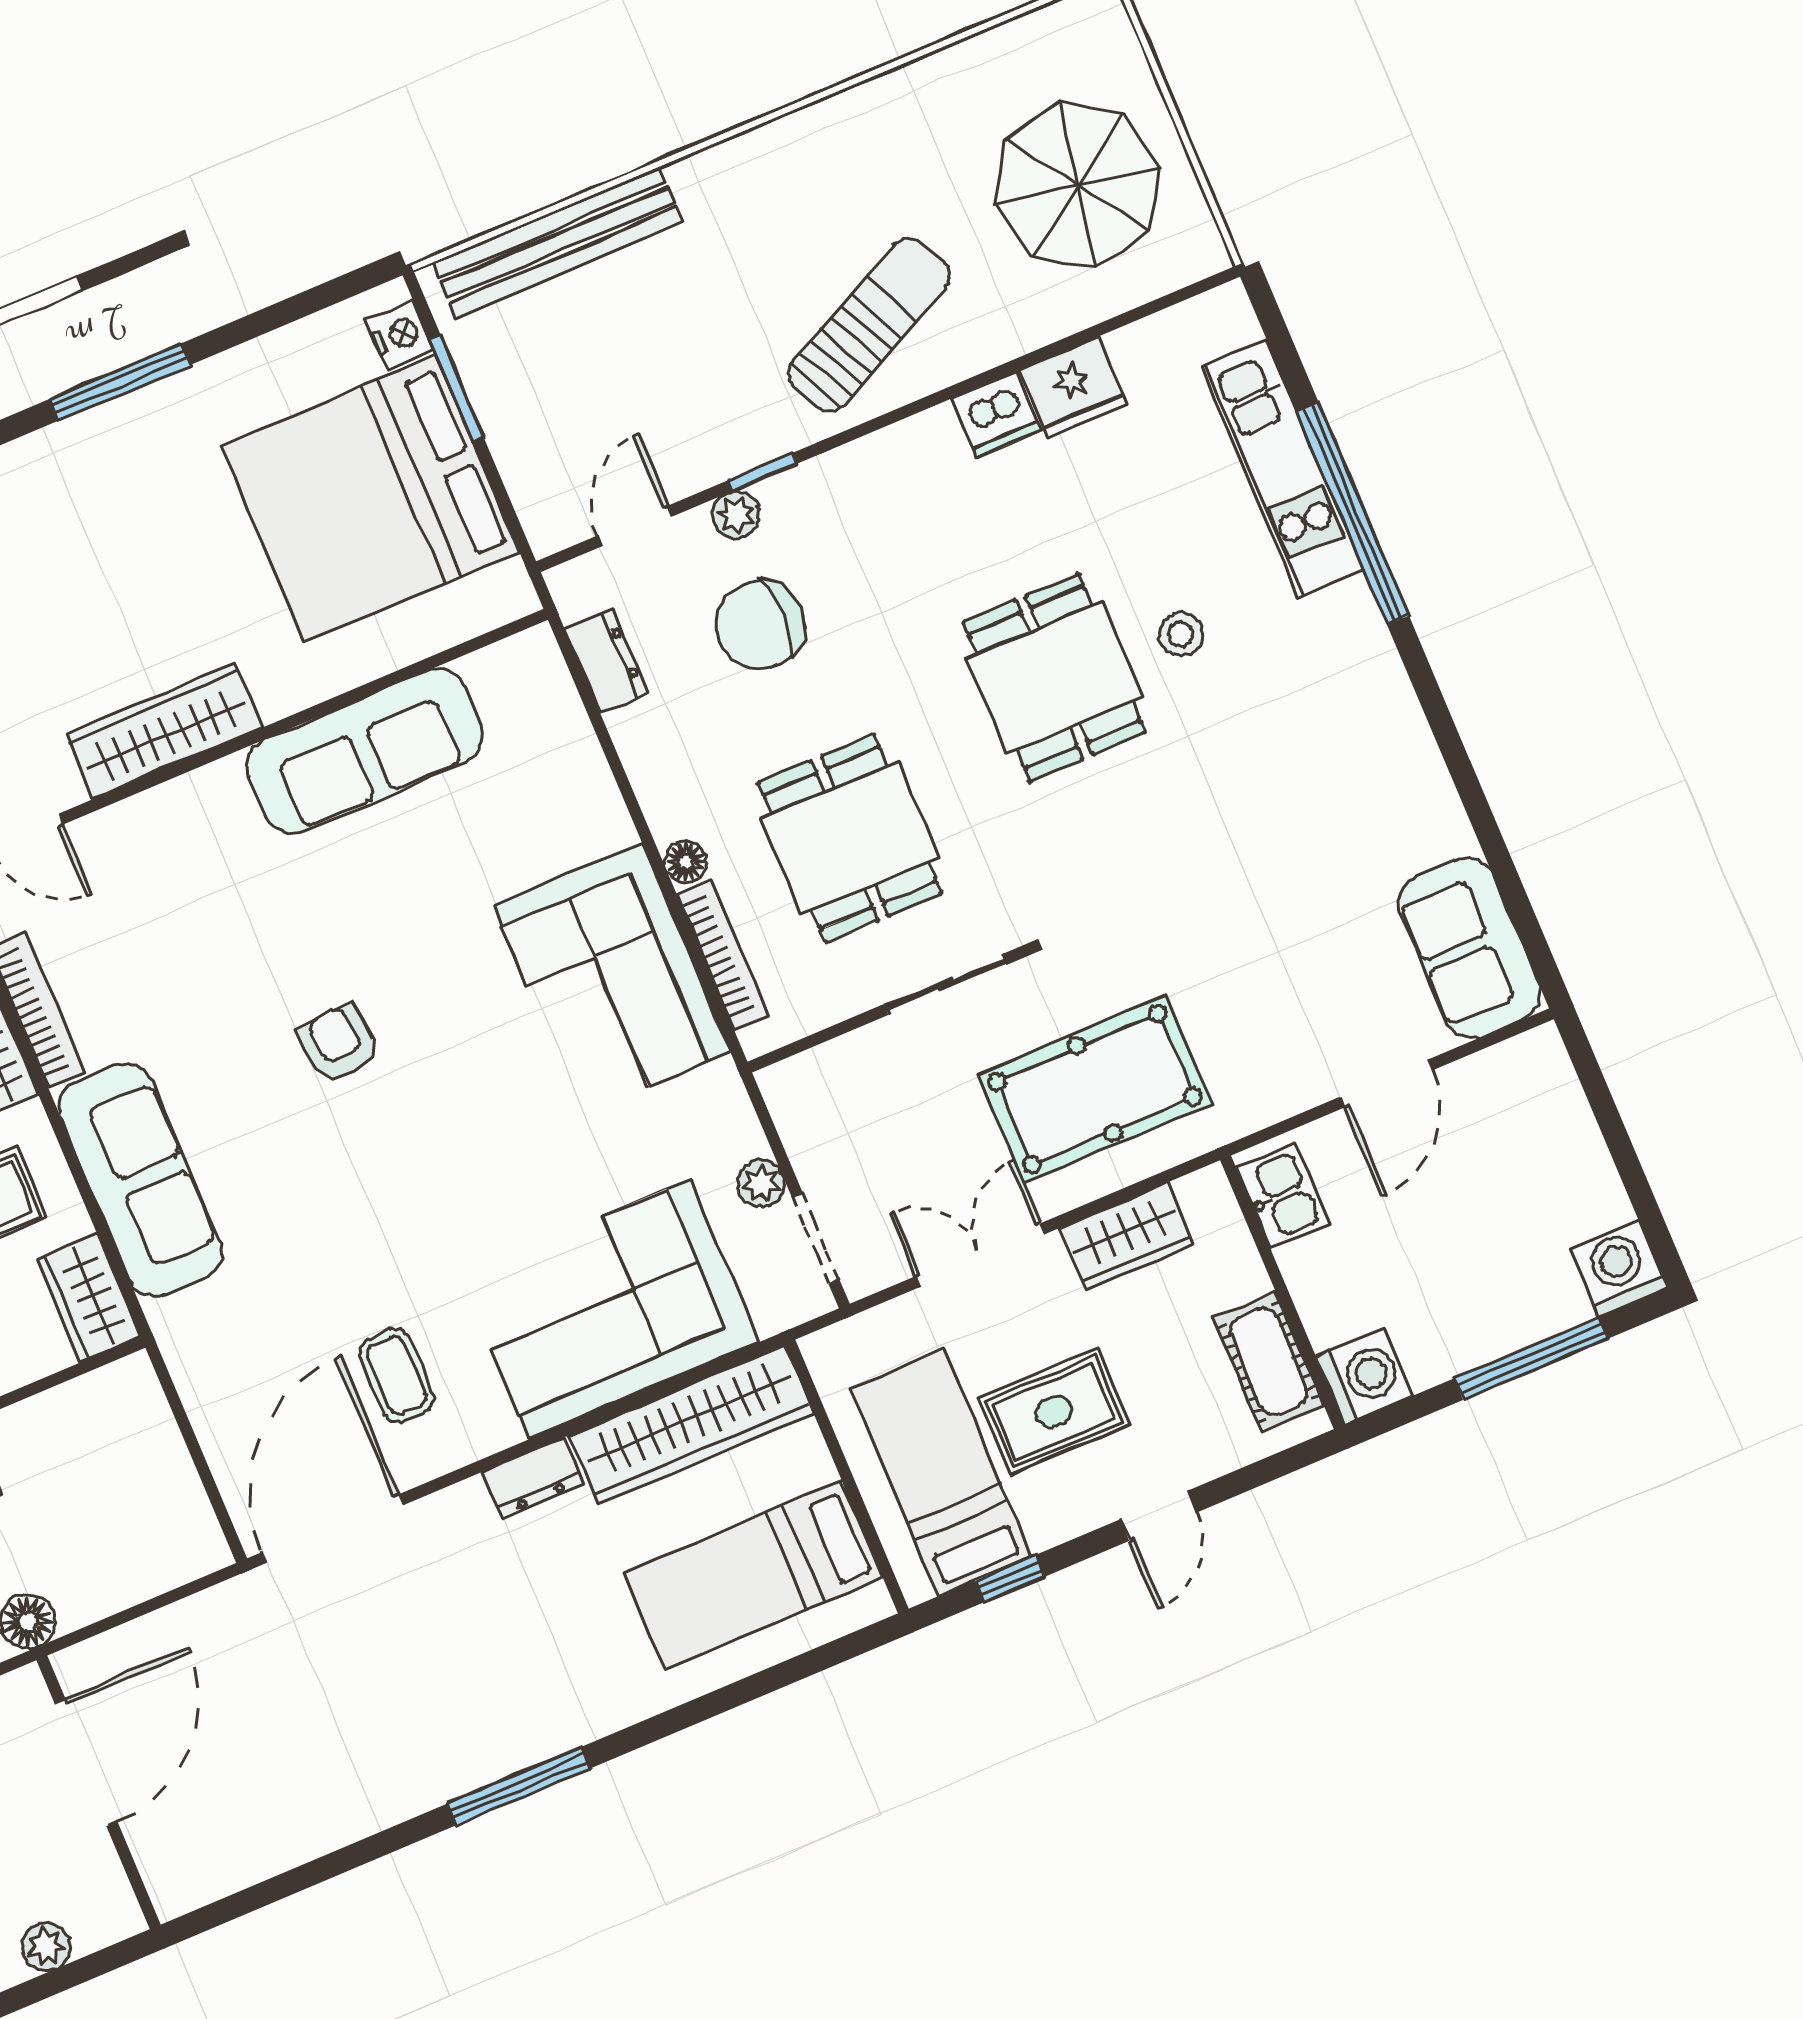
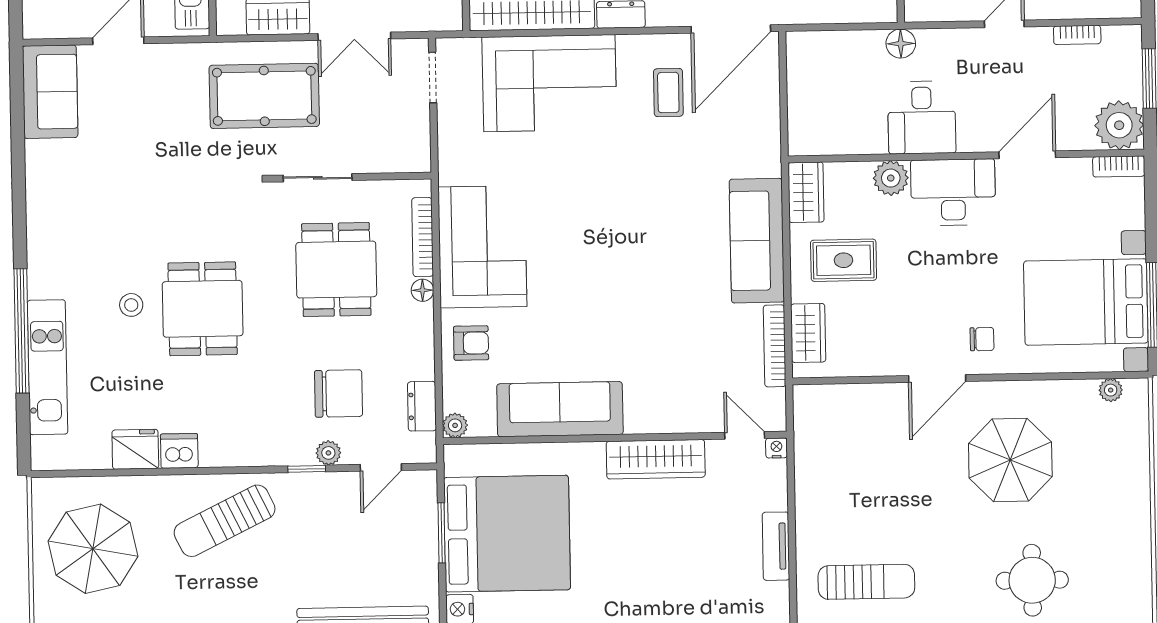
window: (456, 388) -> (441, 533), moved
armchair: (339, 1043) -> (471, 343), moved, turned -85
plant: (761, 1184) -> (455, 425), moved

